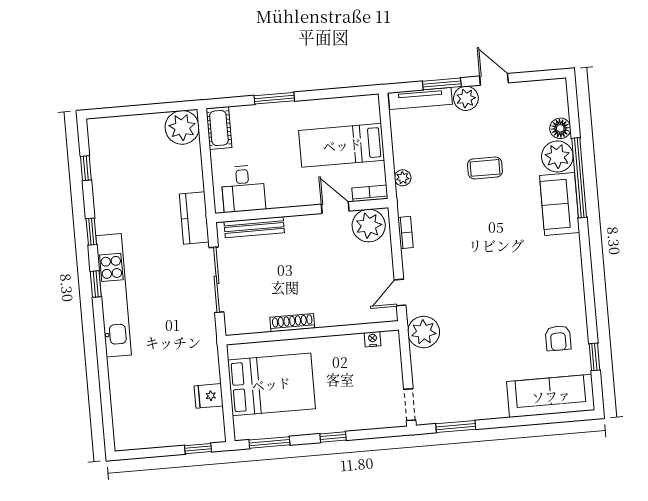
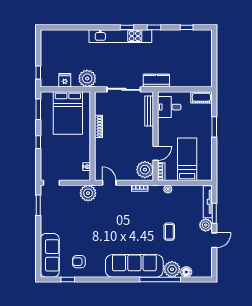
plant: (182, 127) -> (87, 78), moved
sofa: (560, 204) -> (134, 266), width x1.85, depth x1.27

